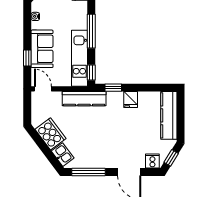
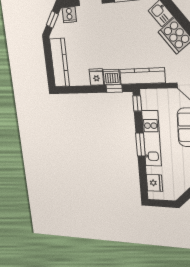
window: (91, 31) -> (140, 145), width x0.69
kitchen unit: (79, 58) -> (152, 139), moved
dishwasher: (115, 99) -> (112, 77), added

